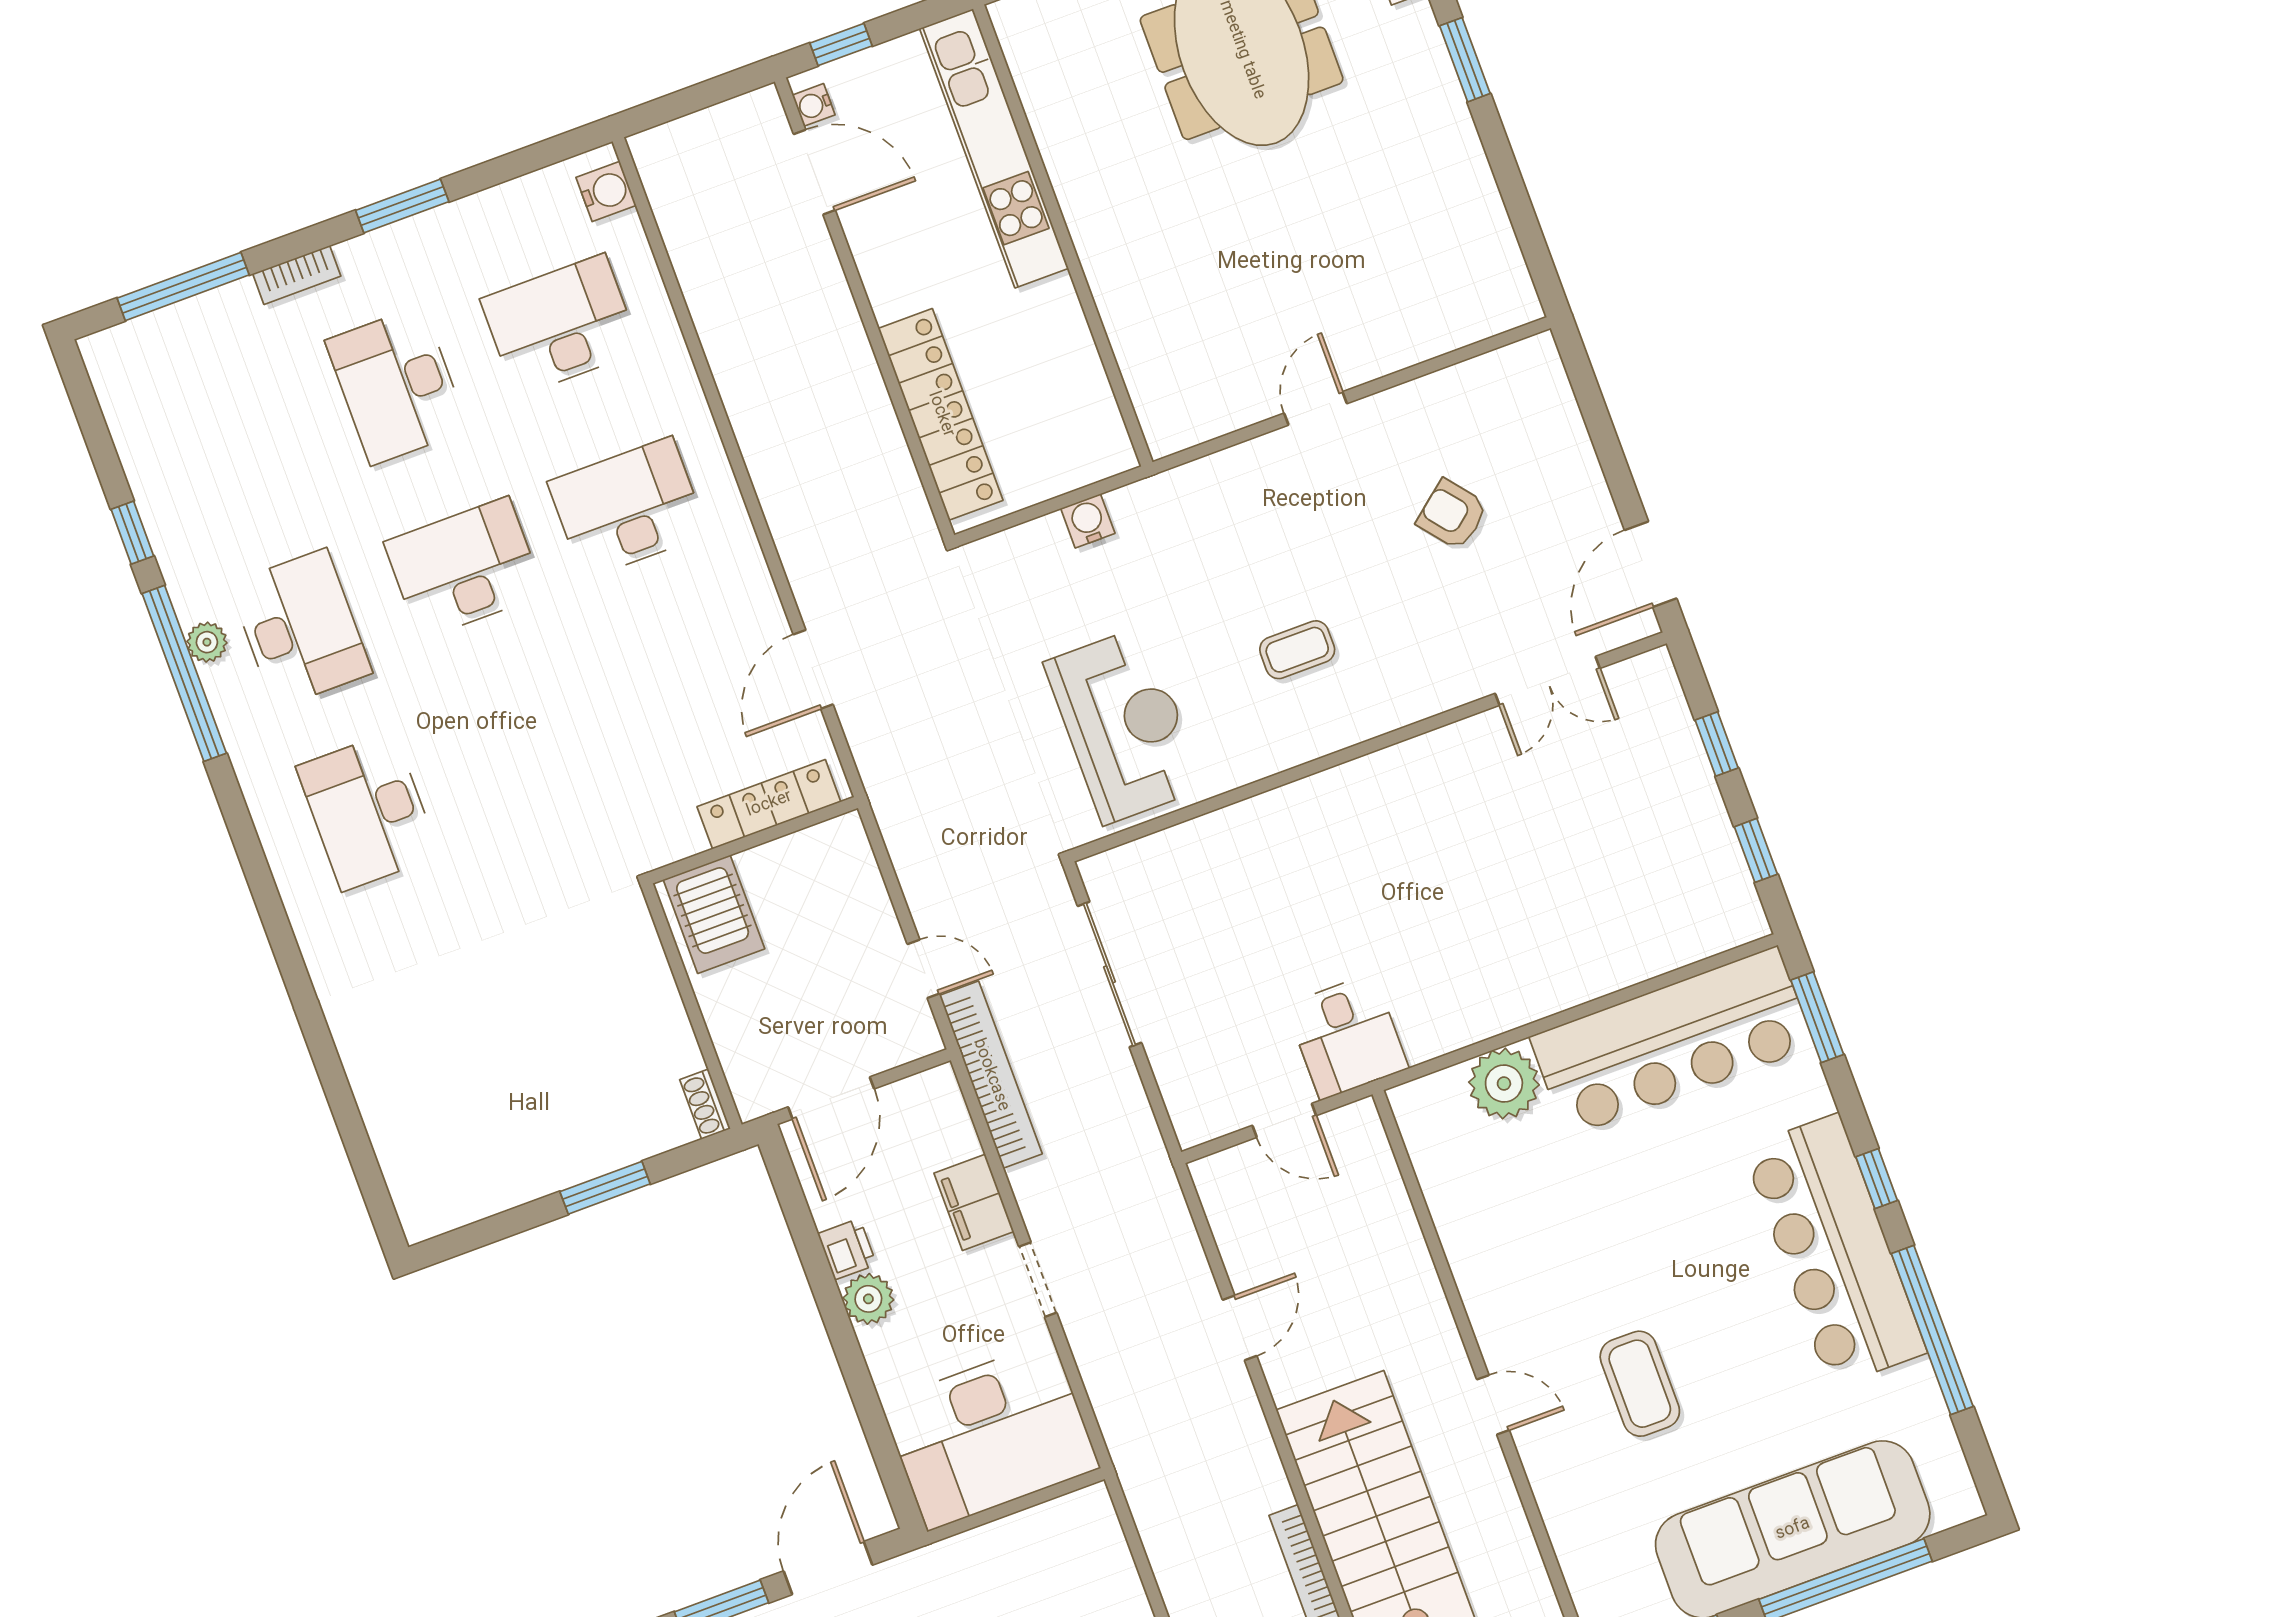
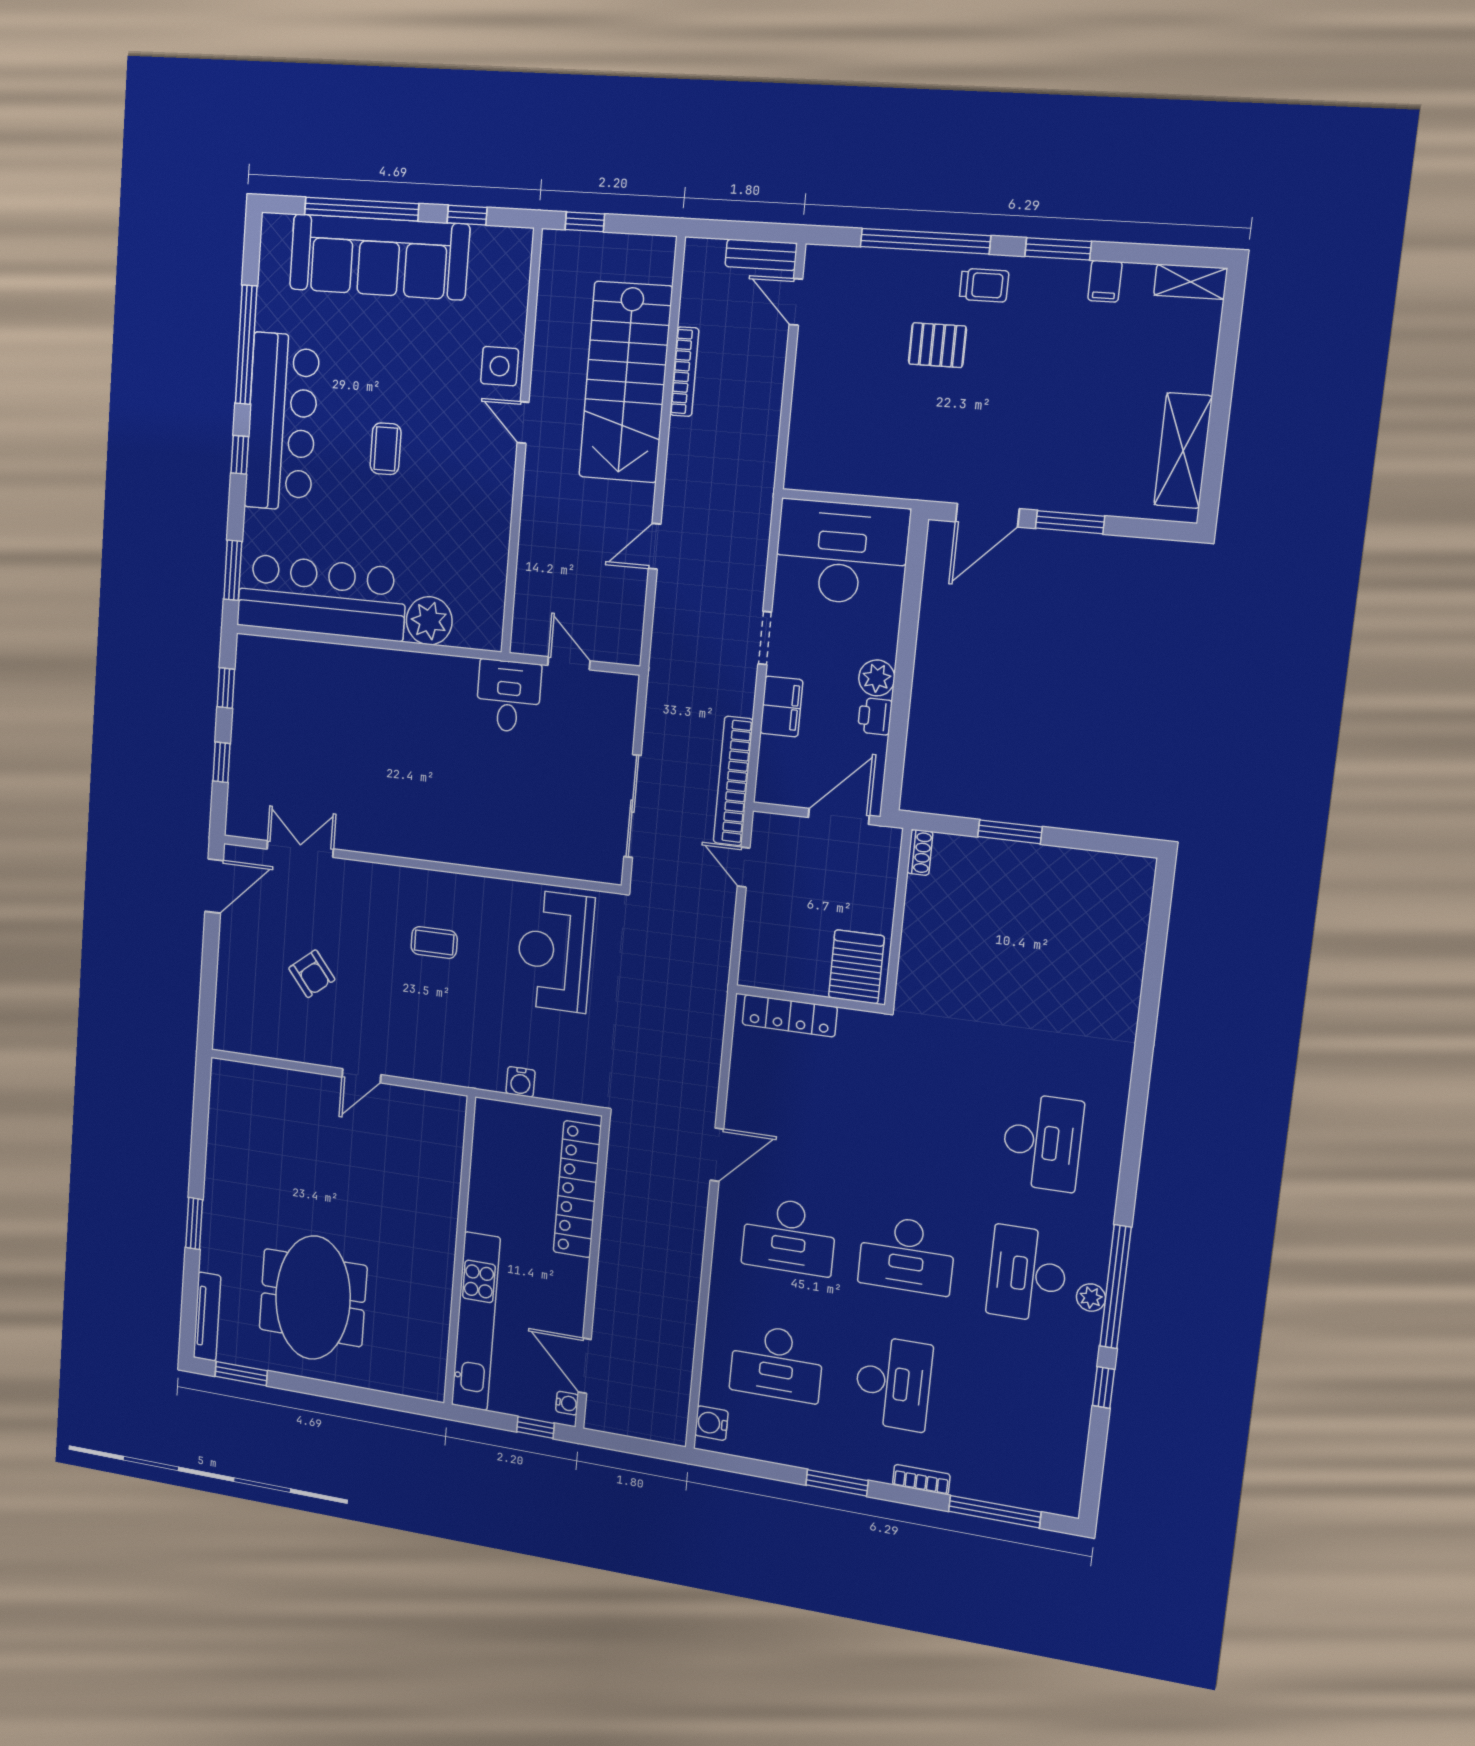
door: (813, 669) -> (717, 1155), moved
coffee table: (1640, 1384) -> (386, 449), moved, width x0.73, depth x0.77
side table: (1559, 1463) -> (500, 366), added

